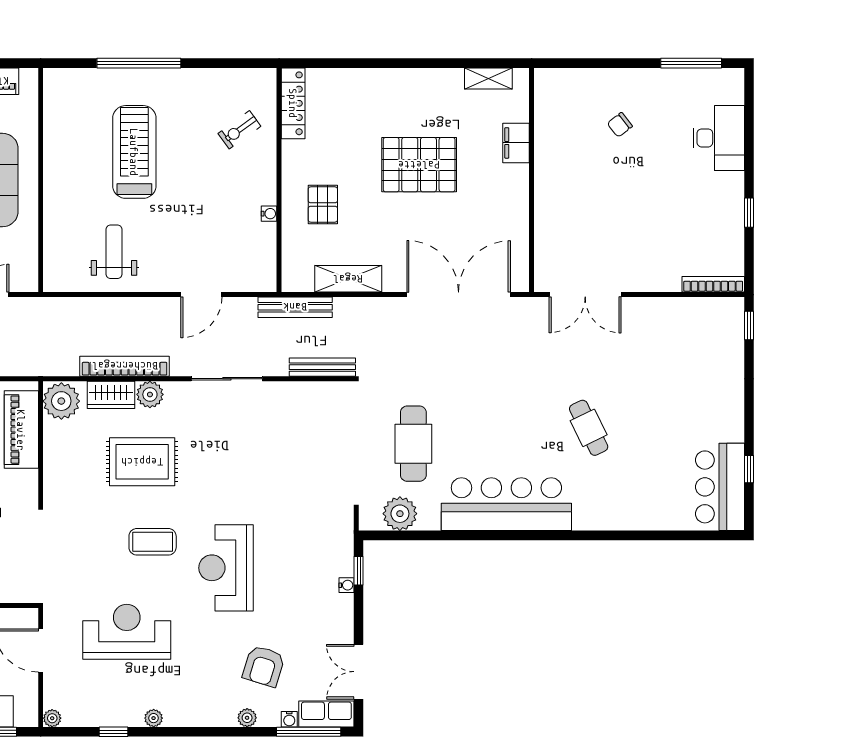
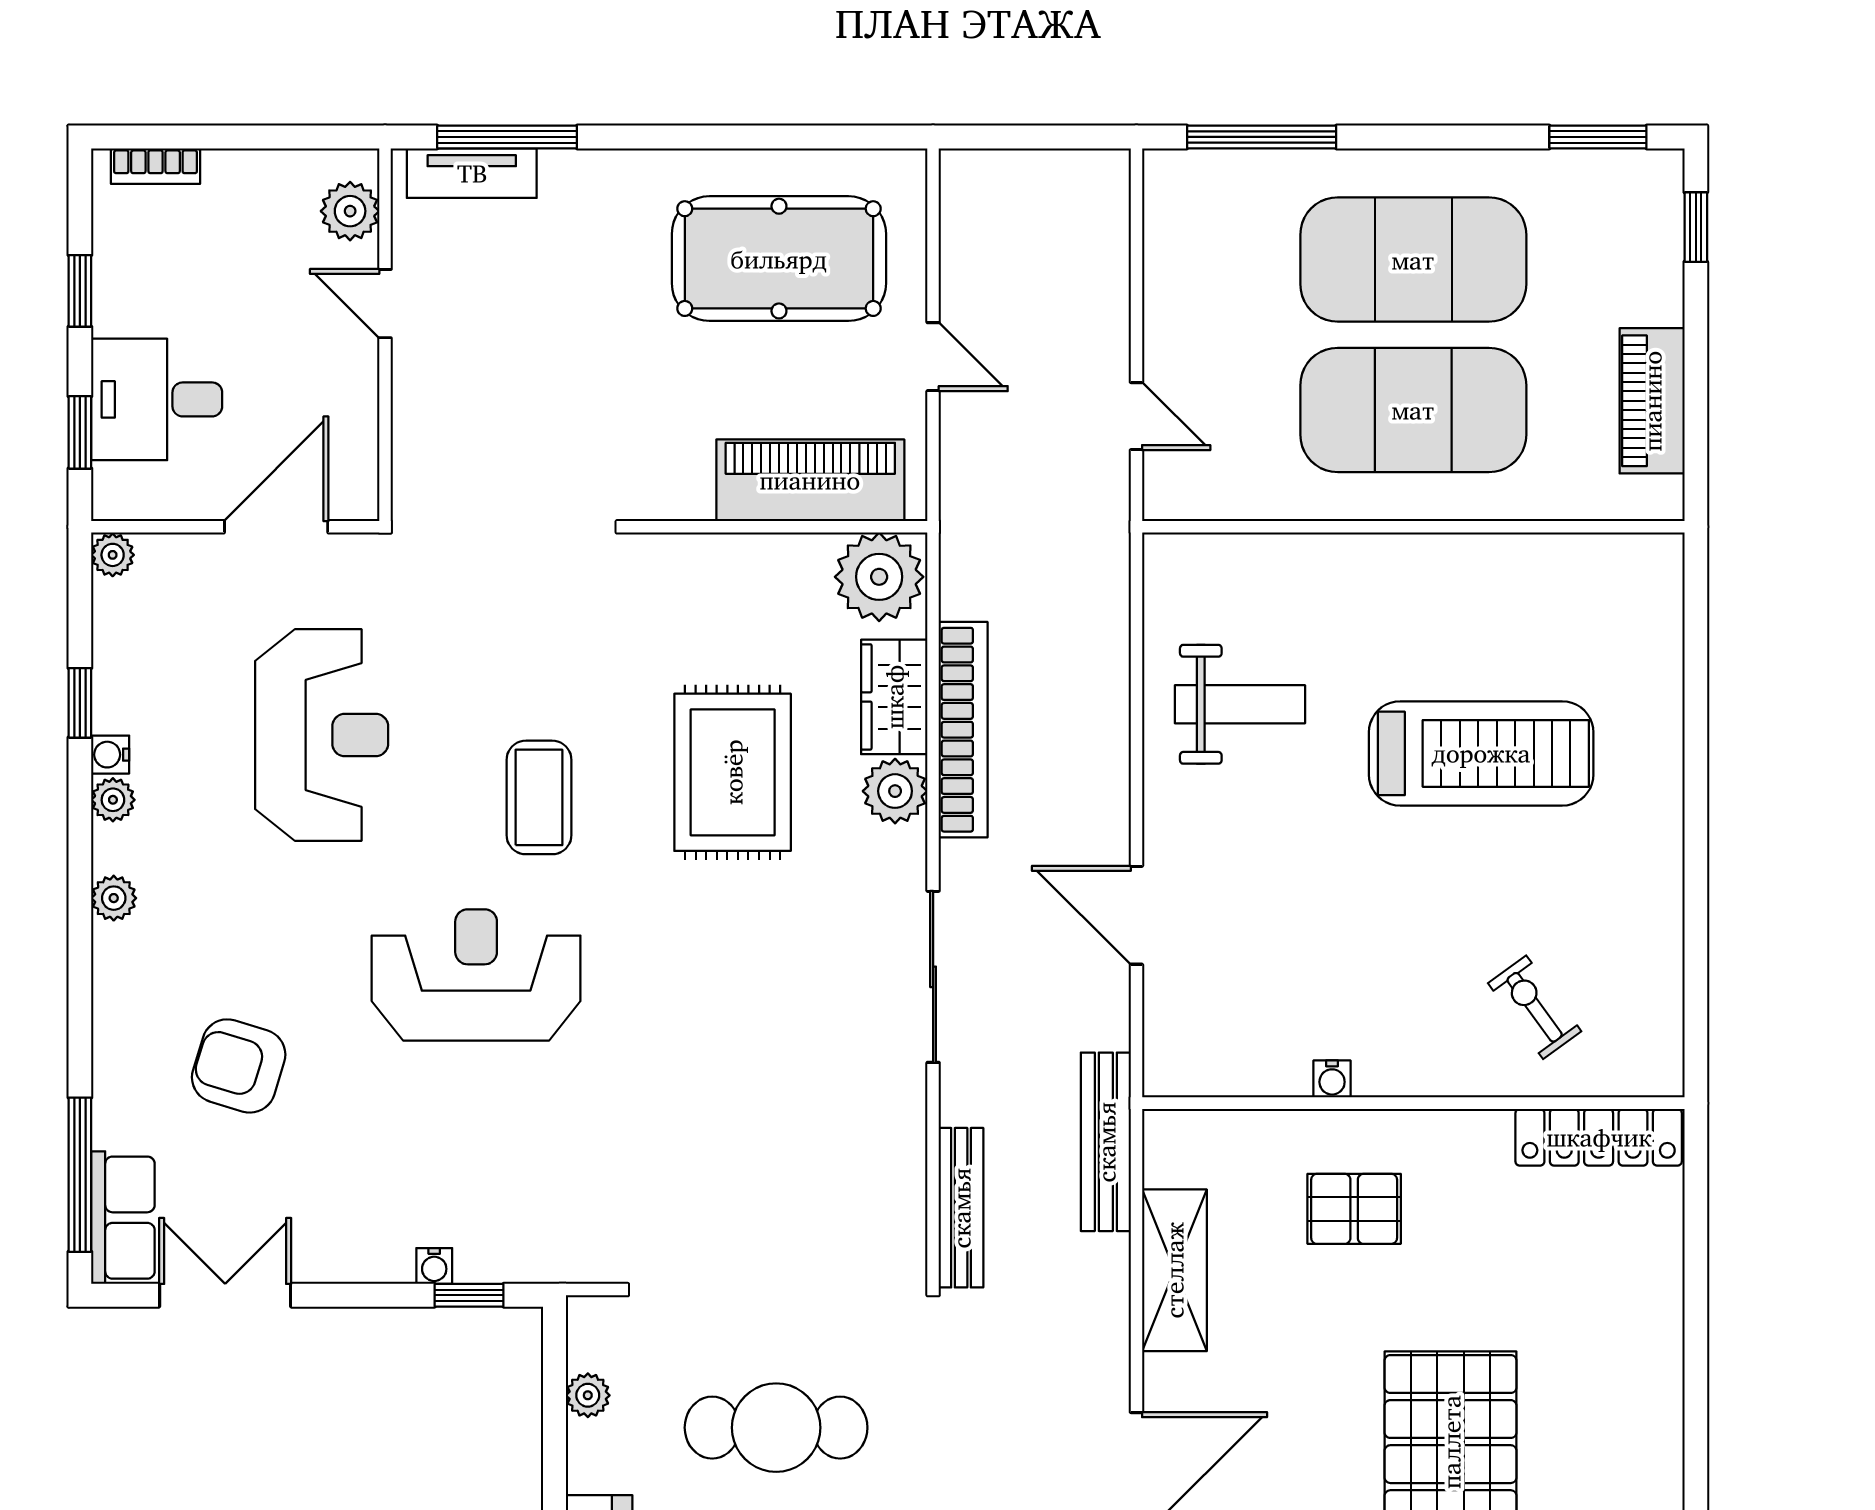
window: (139, 63) -> (1696, 764), removed
plant: (400, 514) -> (588, 1395), width x0.53, depth x0.53
plant: (247, 718) -> (114, 898), moved
water cooler: (289, 719) -> (110, 755), moved

